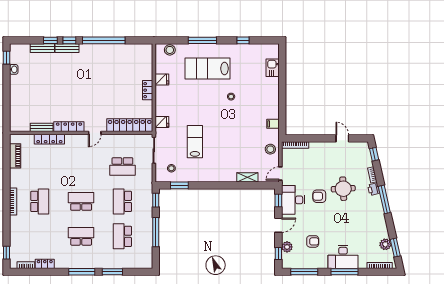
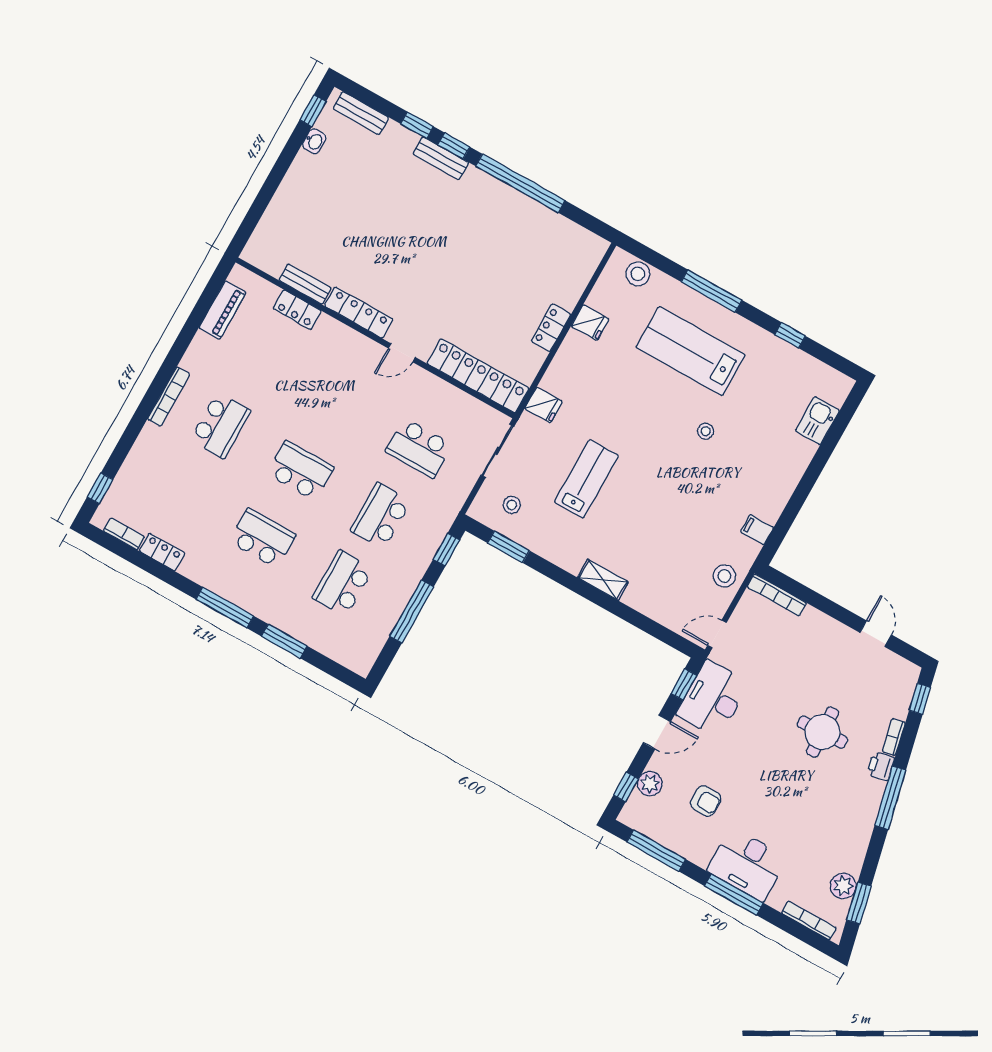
bench: (42, 48) -> (361, 113), moved
locker: (49, 139) -> (297, 310), width x0.66
shelving: (247, 177) -> (603, 580), moved
armchair: (319, 196) -> (768, 721), removed

